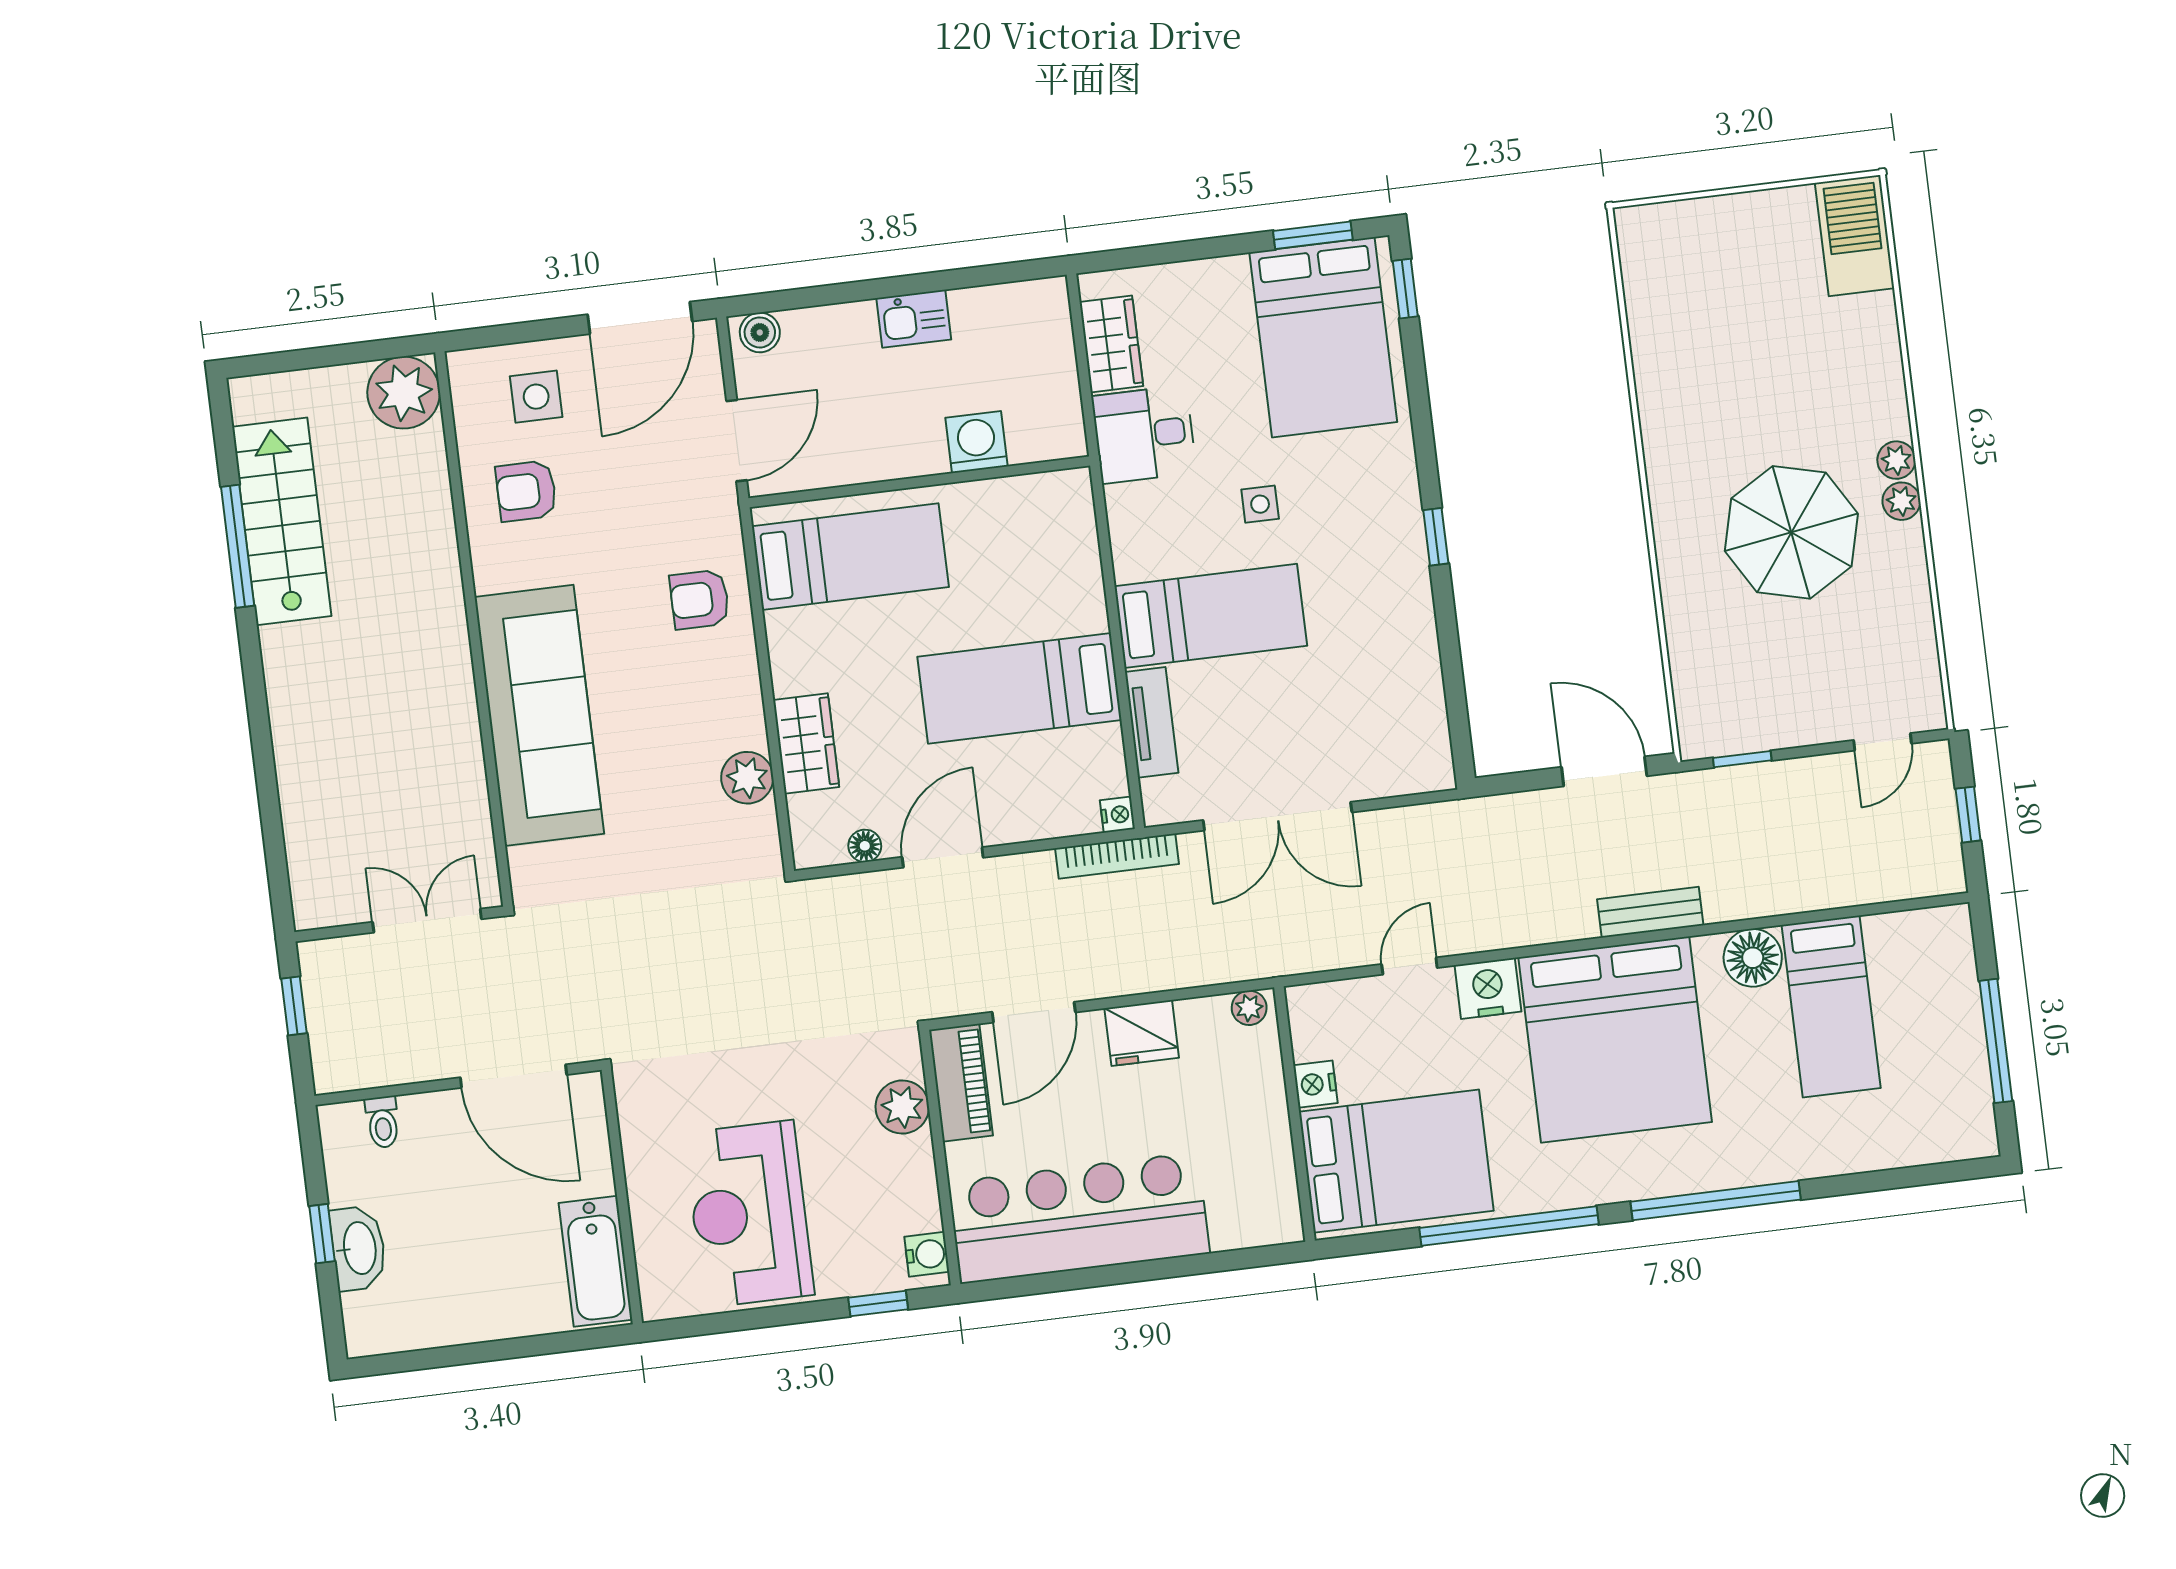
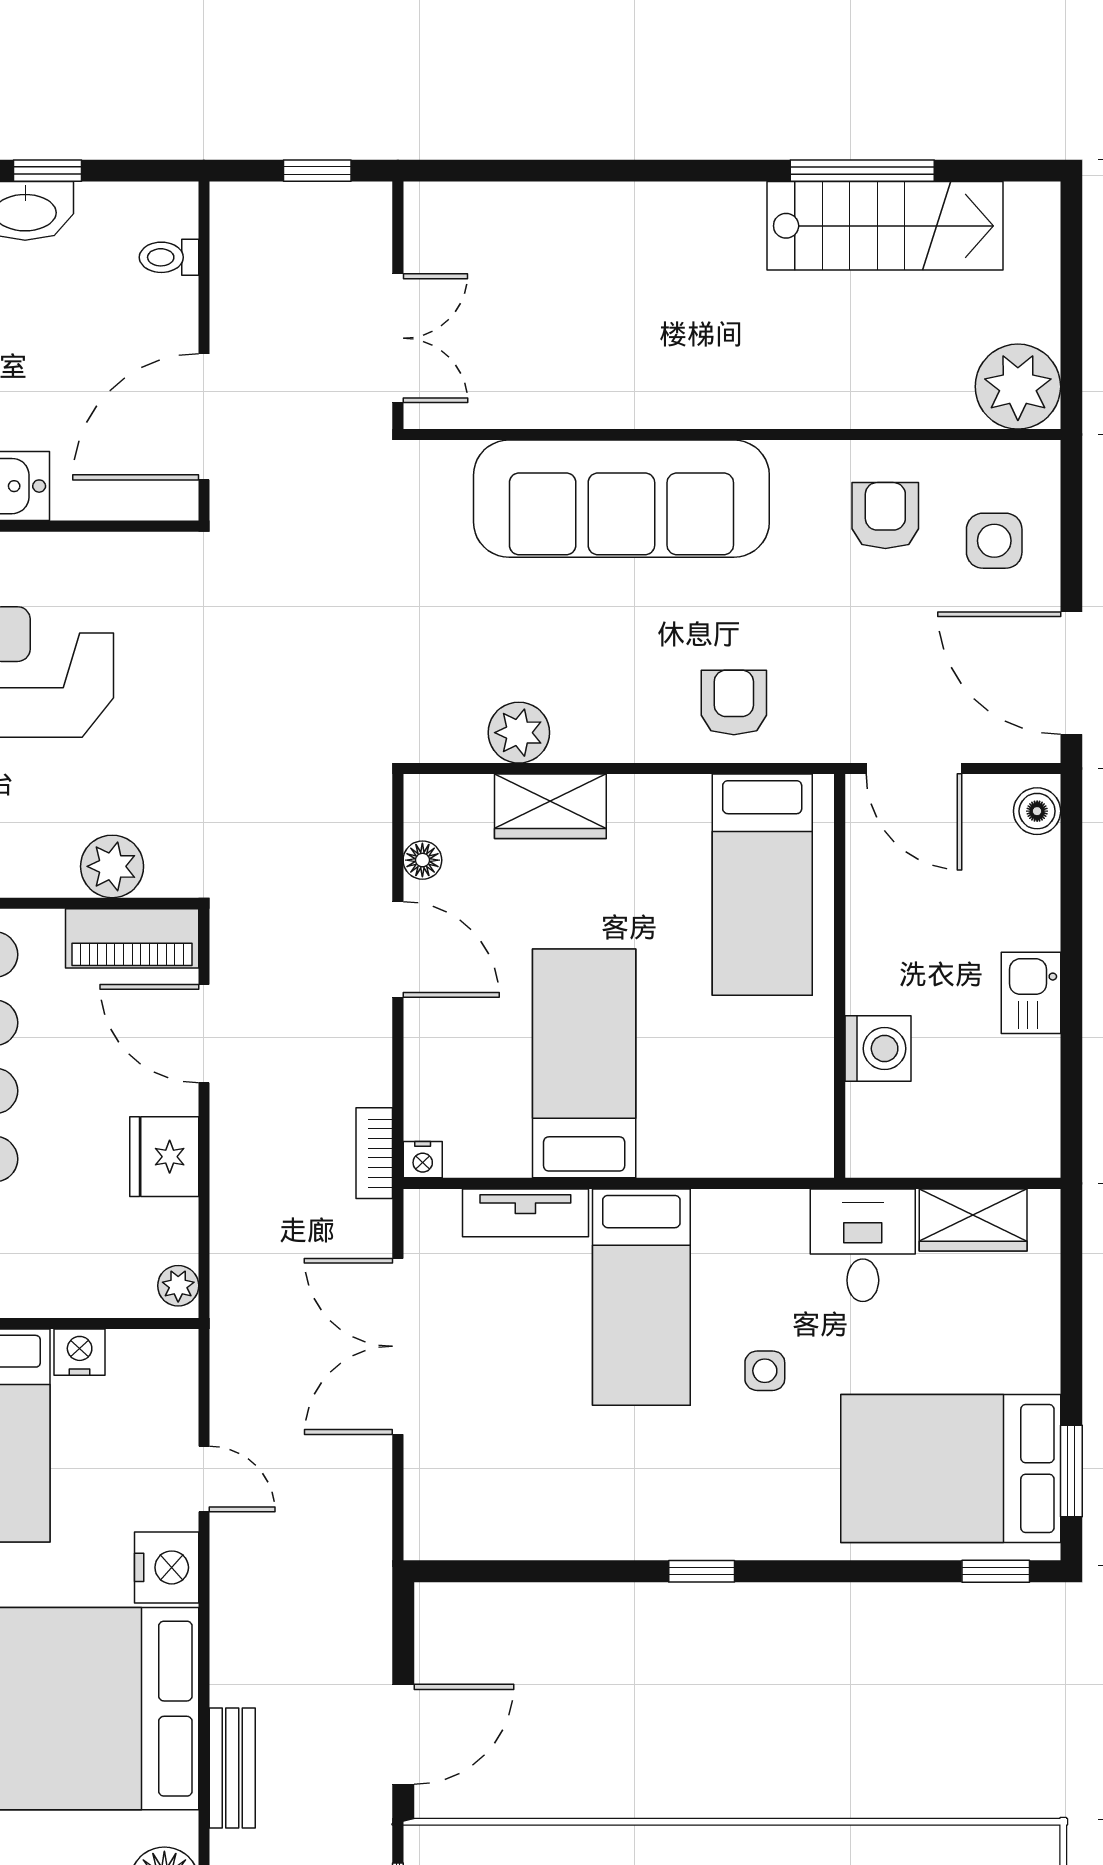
bookcase: (1117, 856) -> (374, 1153), width x0.64

